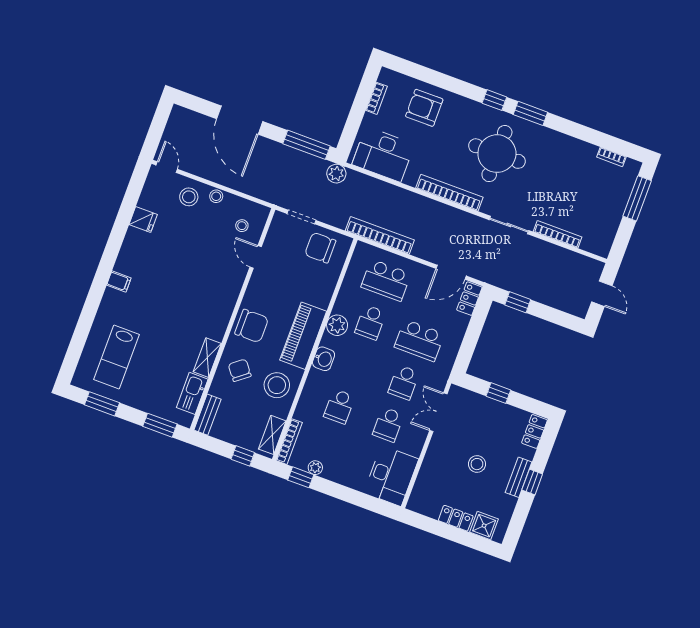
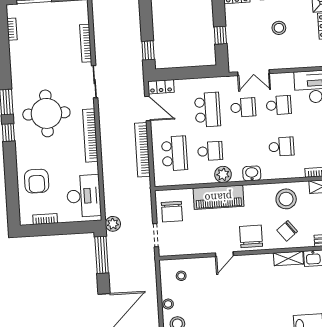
bookcase: (380, 235) -> (142, 150), moved
door: (256, 257) -> (224, 254), moved
piano: (303, 336) -> (218, 197), moved

